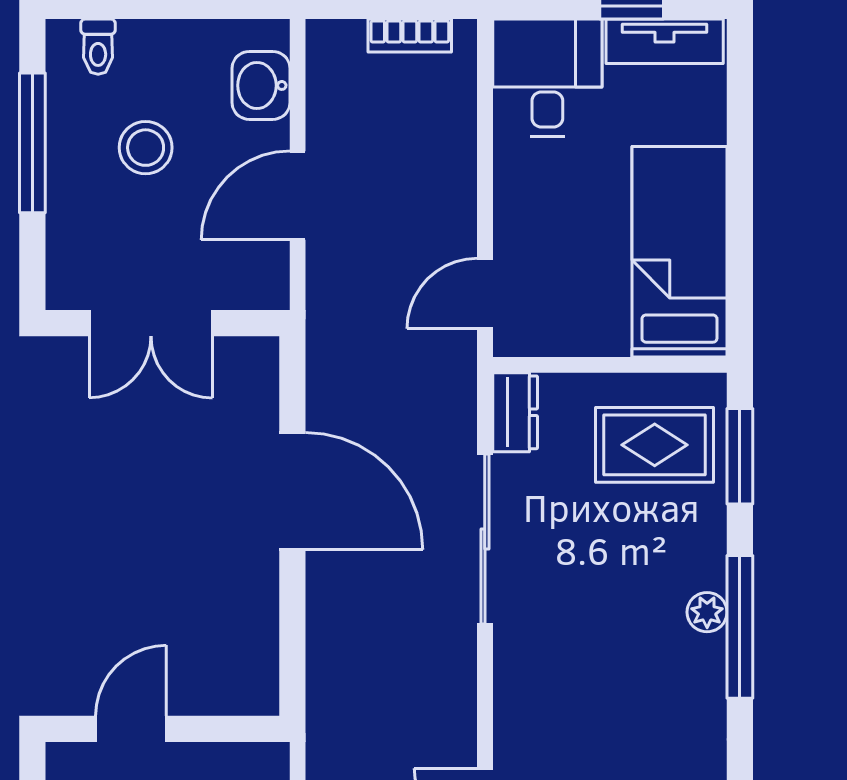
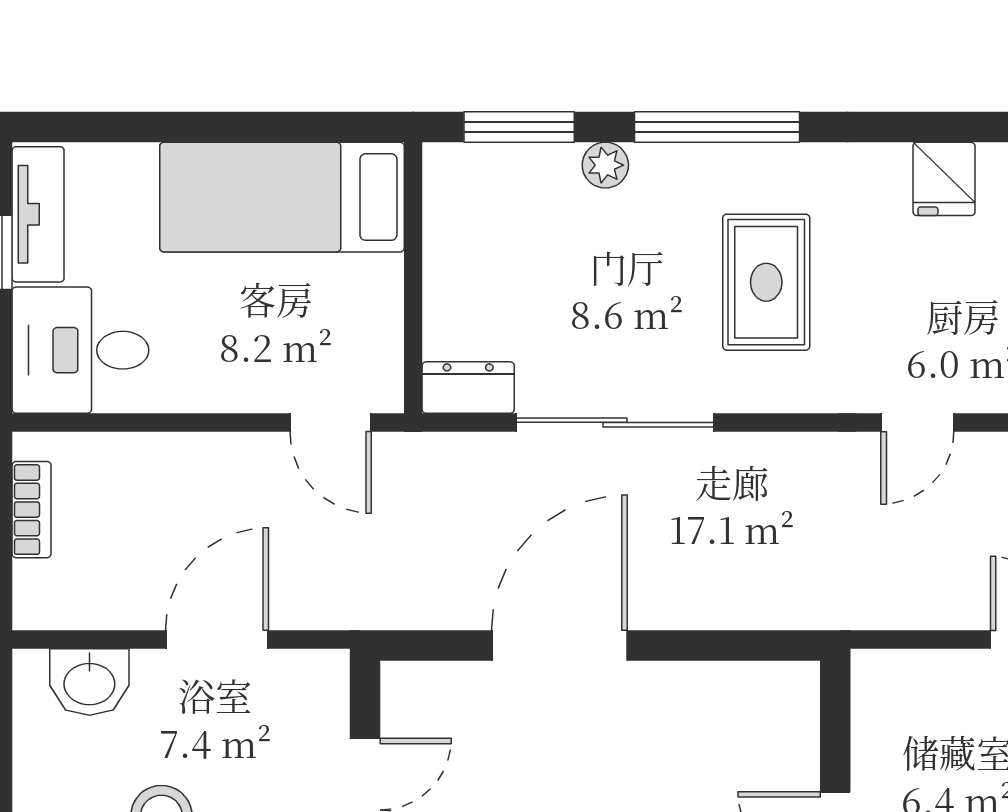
door: (298, 196) -> (217, 640), swing flipped
rug: (655, 445) -> (766, 282), moved
plant: (707, 612) -> (605, 165), moved

